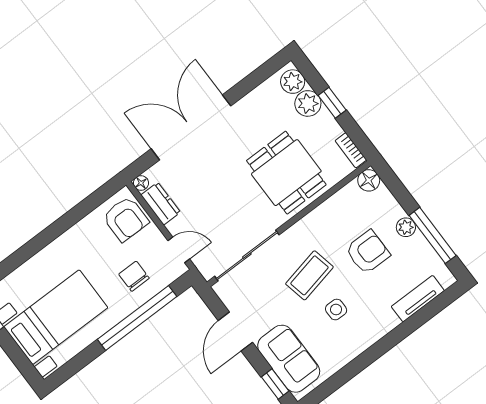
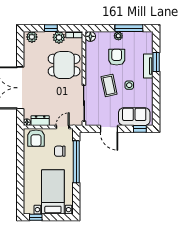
plant: (308, 103) -> (59, 37), moved
armchair: (126, 219) -> (36, 138), turned 90
tv unit: (418, 299) -> (148, 66), moved
window: (410, 325) -> (156, 62), added

